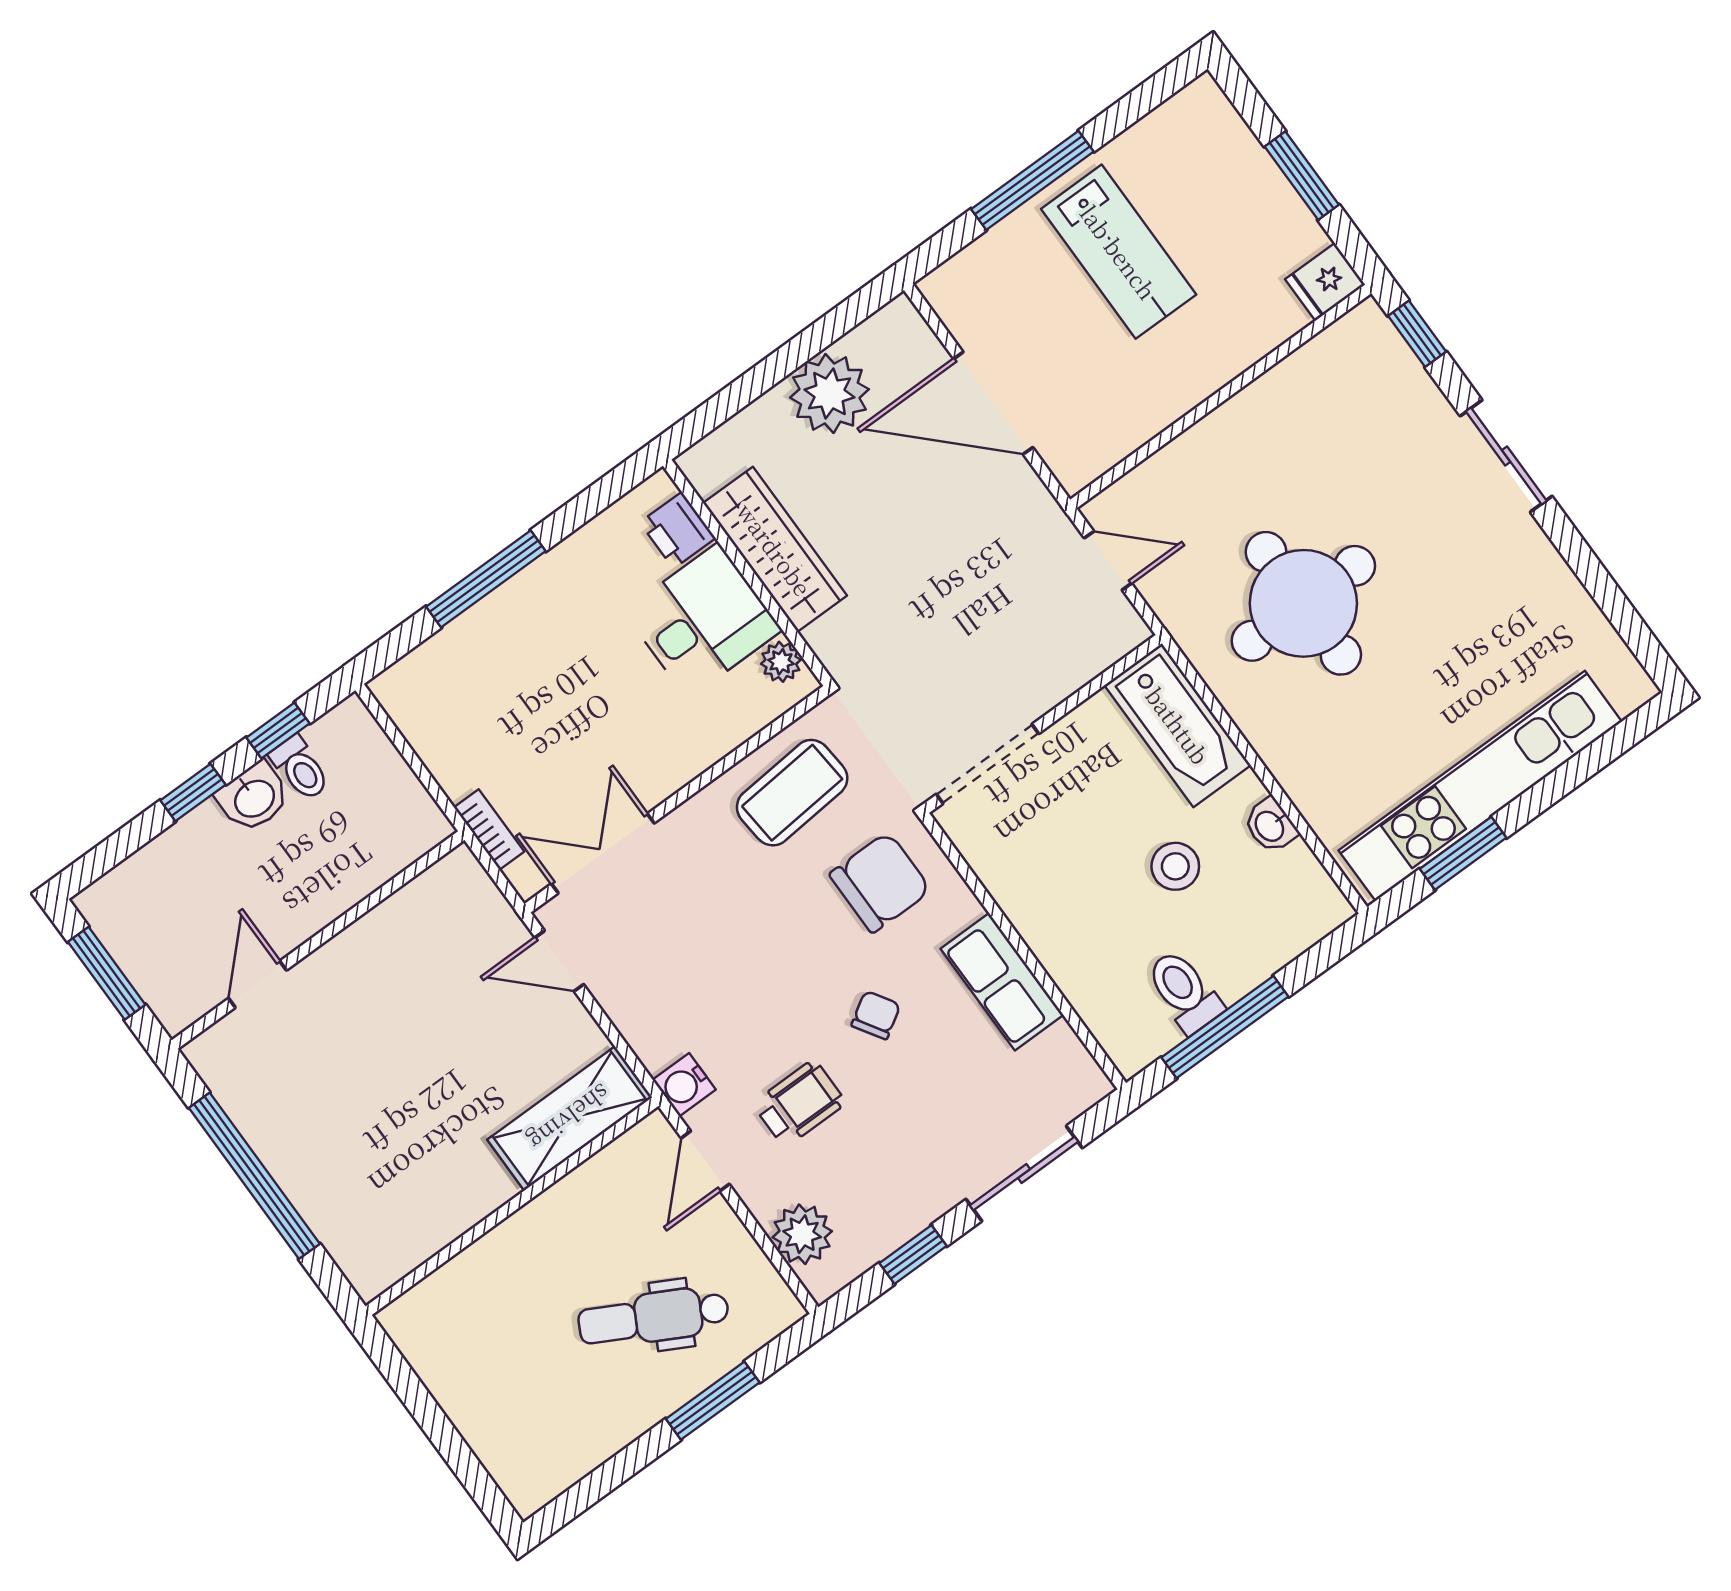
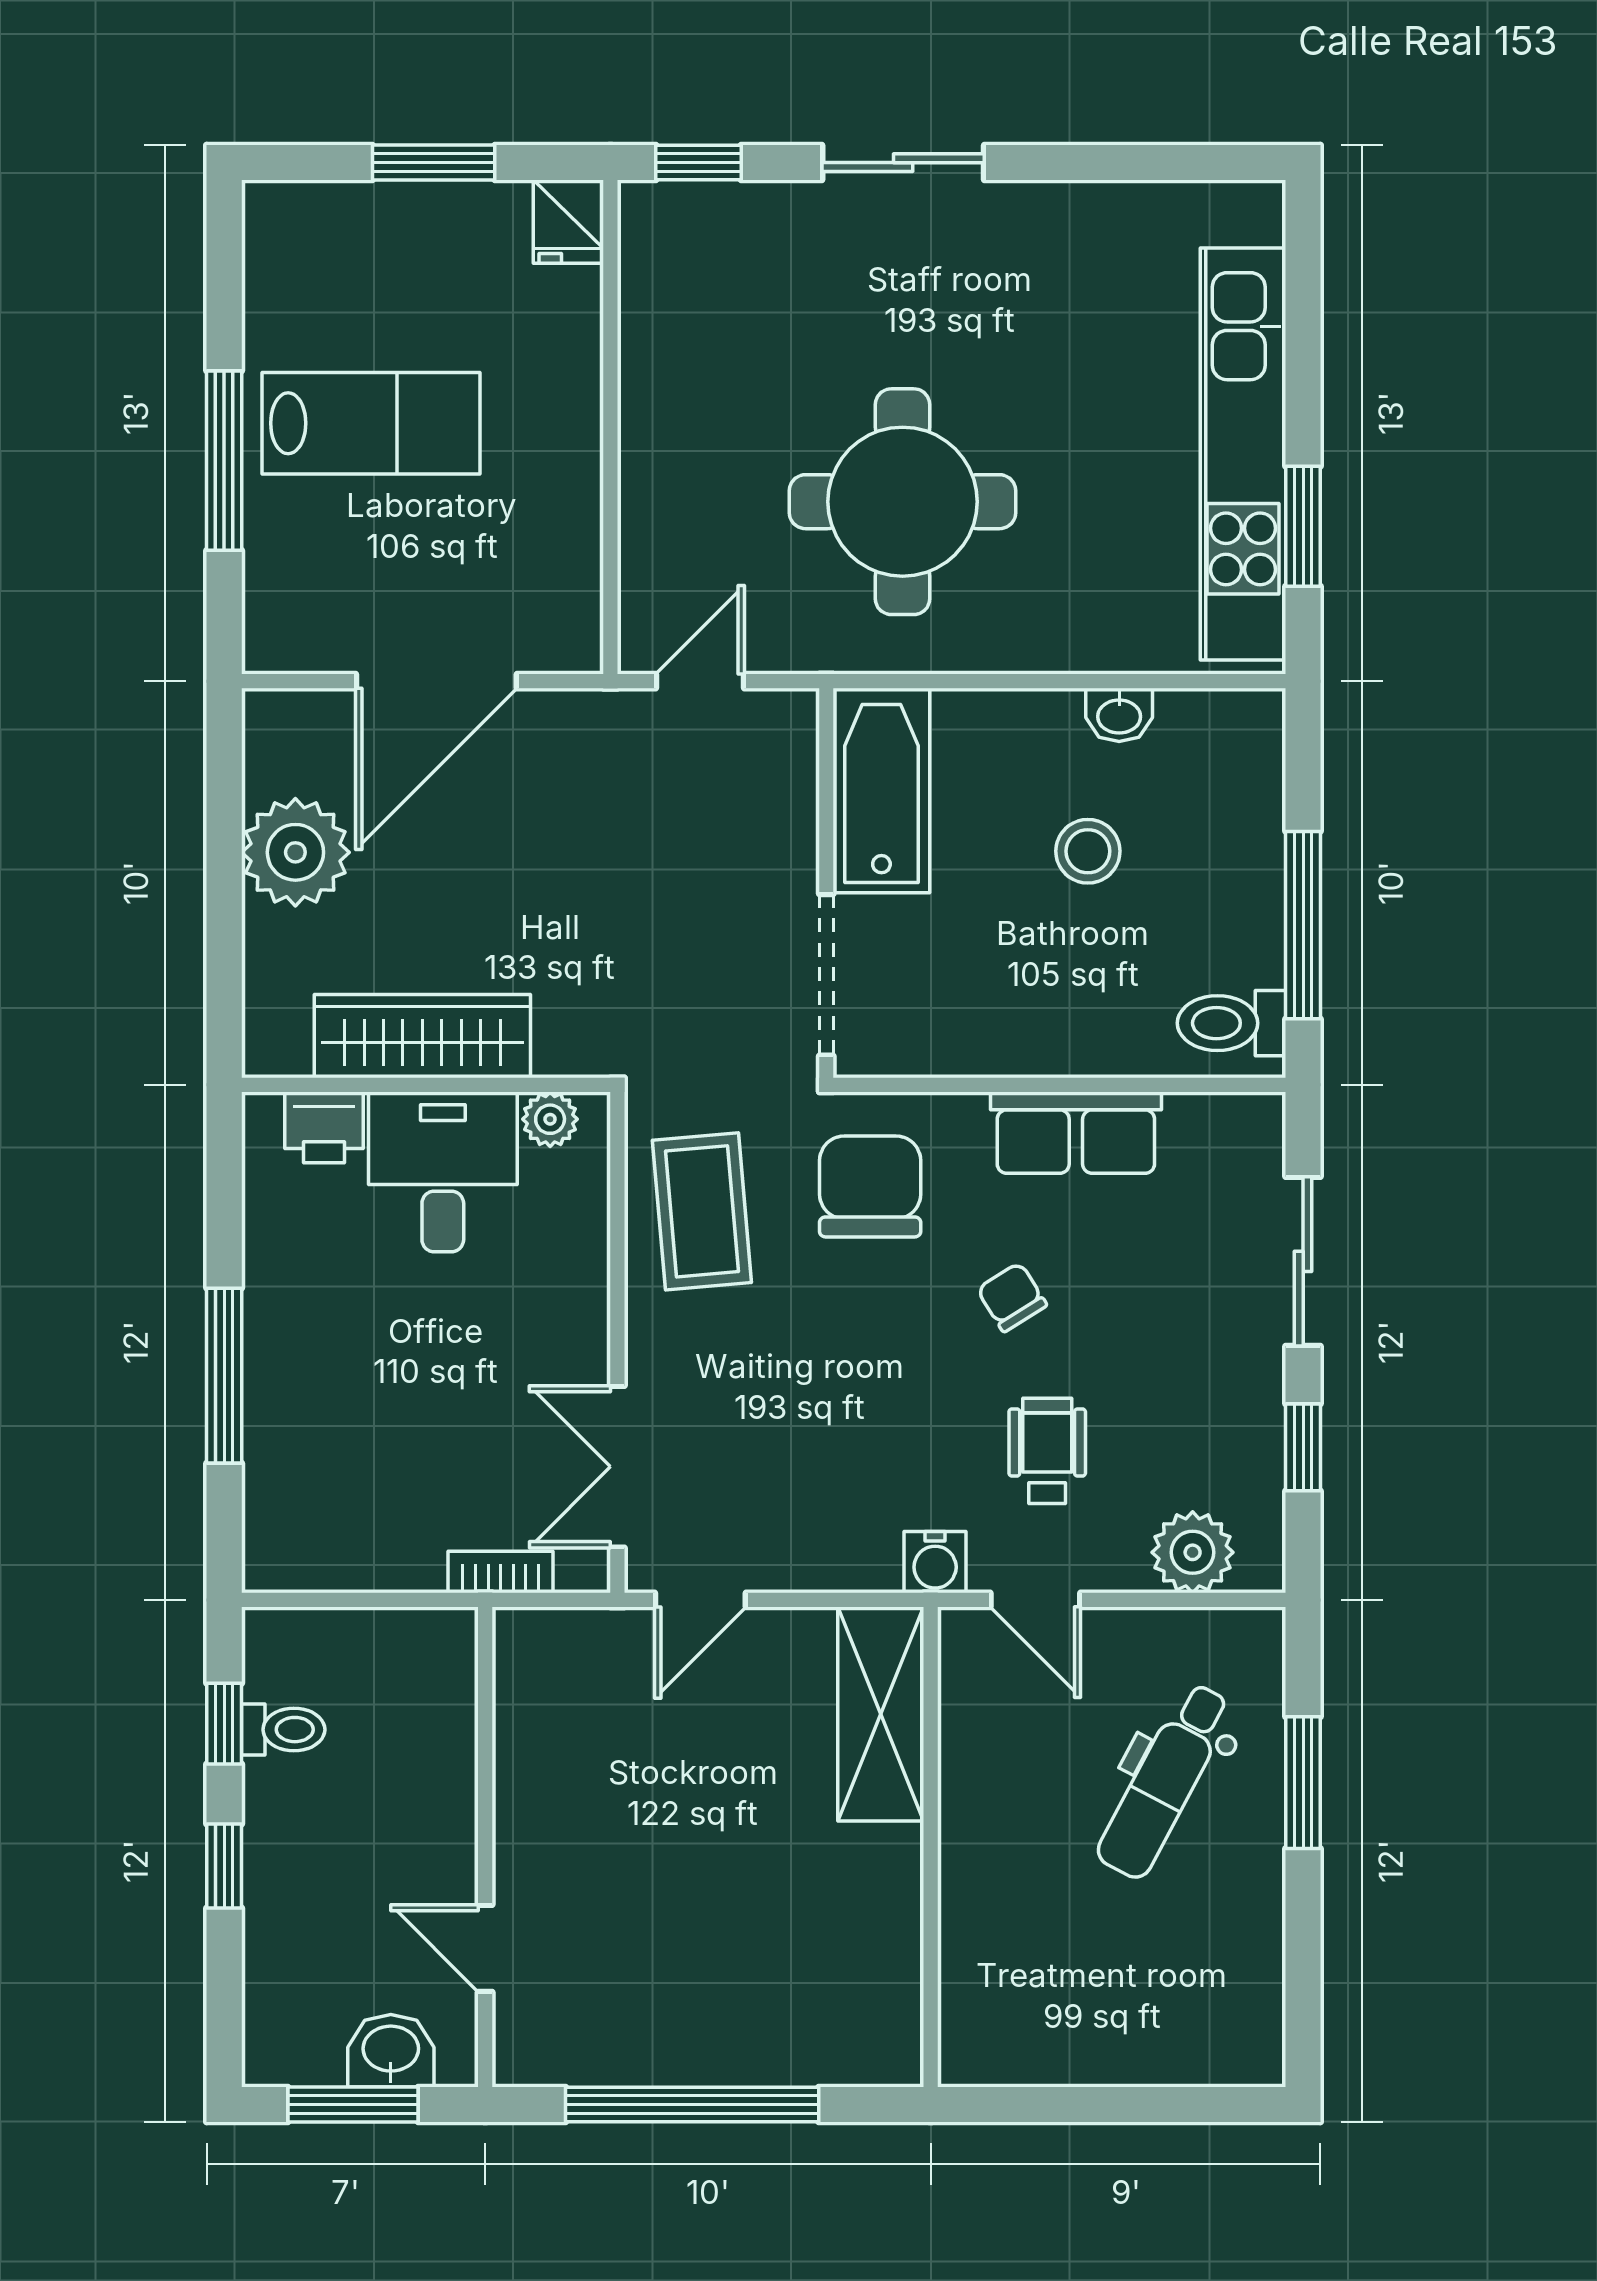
bathtub: (1178, 725) -> (881, 790), moved, turned -90
washbasin: (254, 797) -> (391, 2051), moved, turned -90
toilet: (1184, 991) -> (1232, 1023), moved

